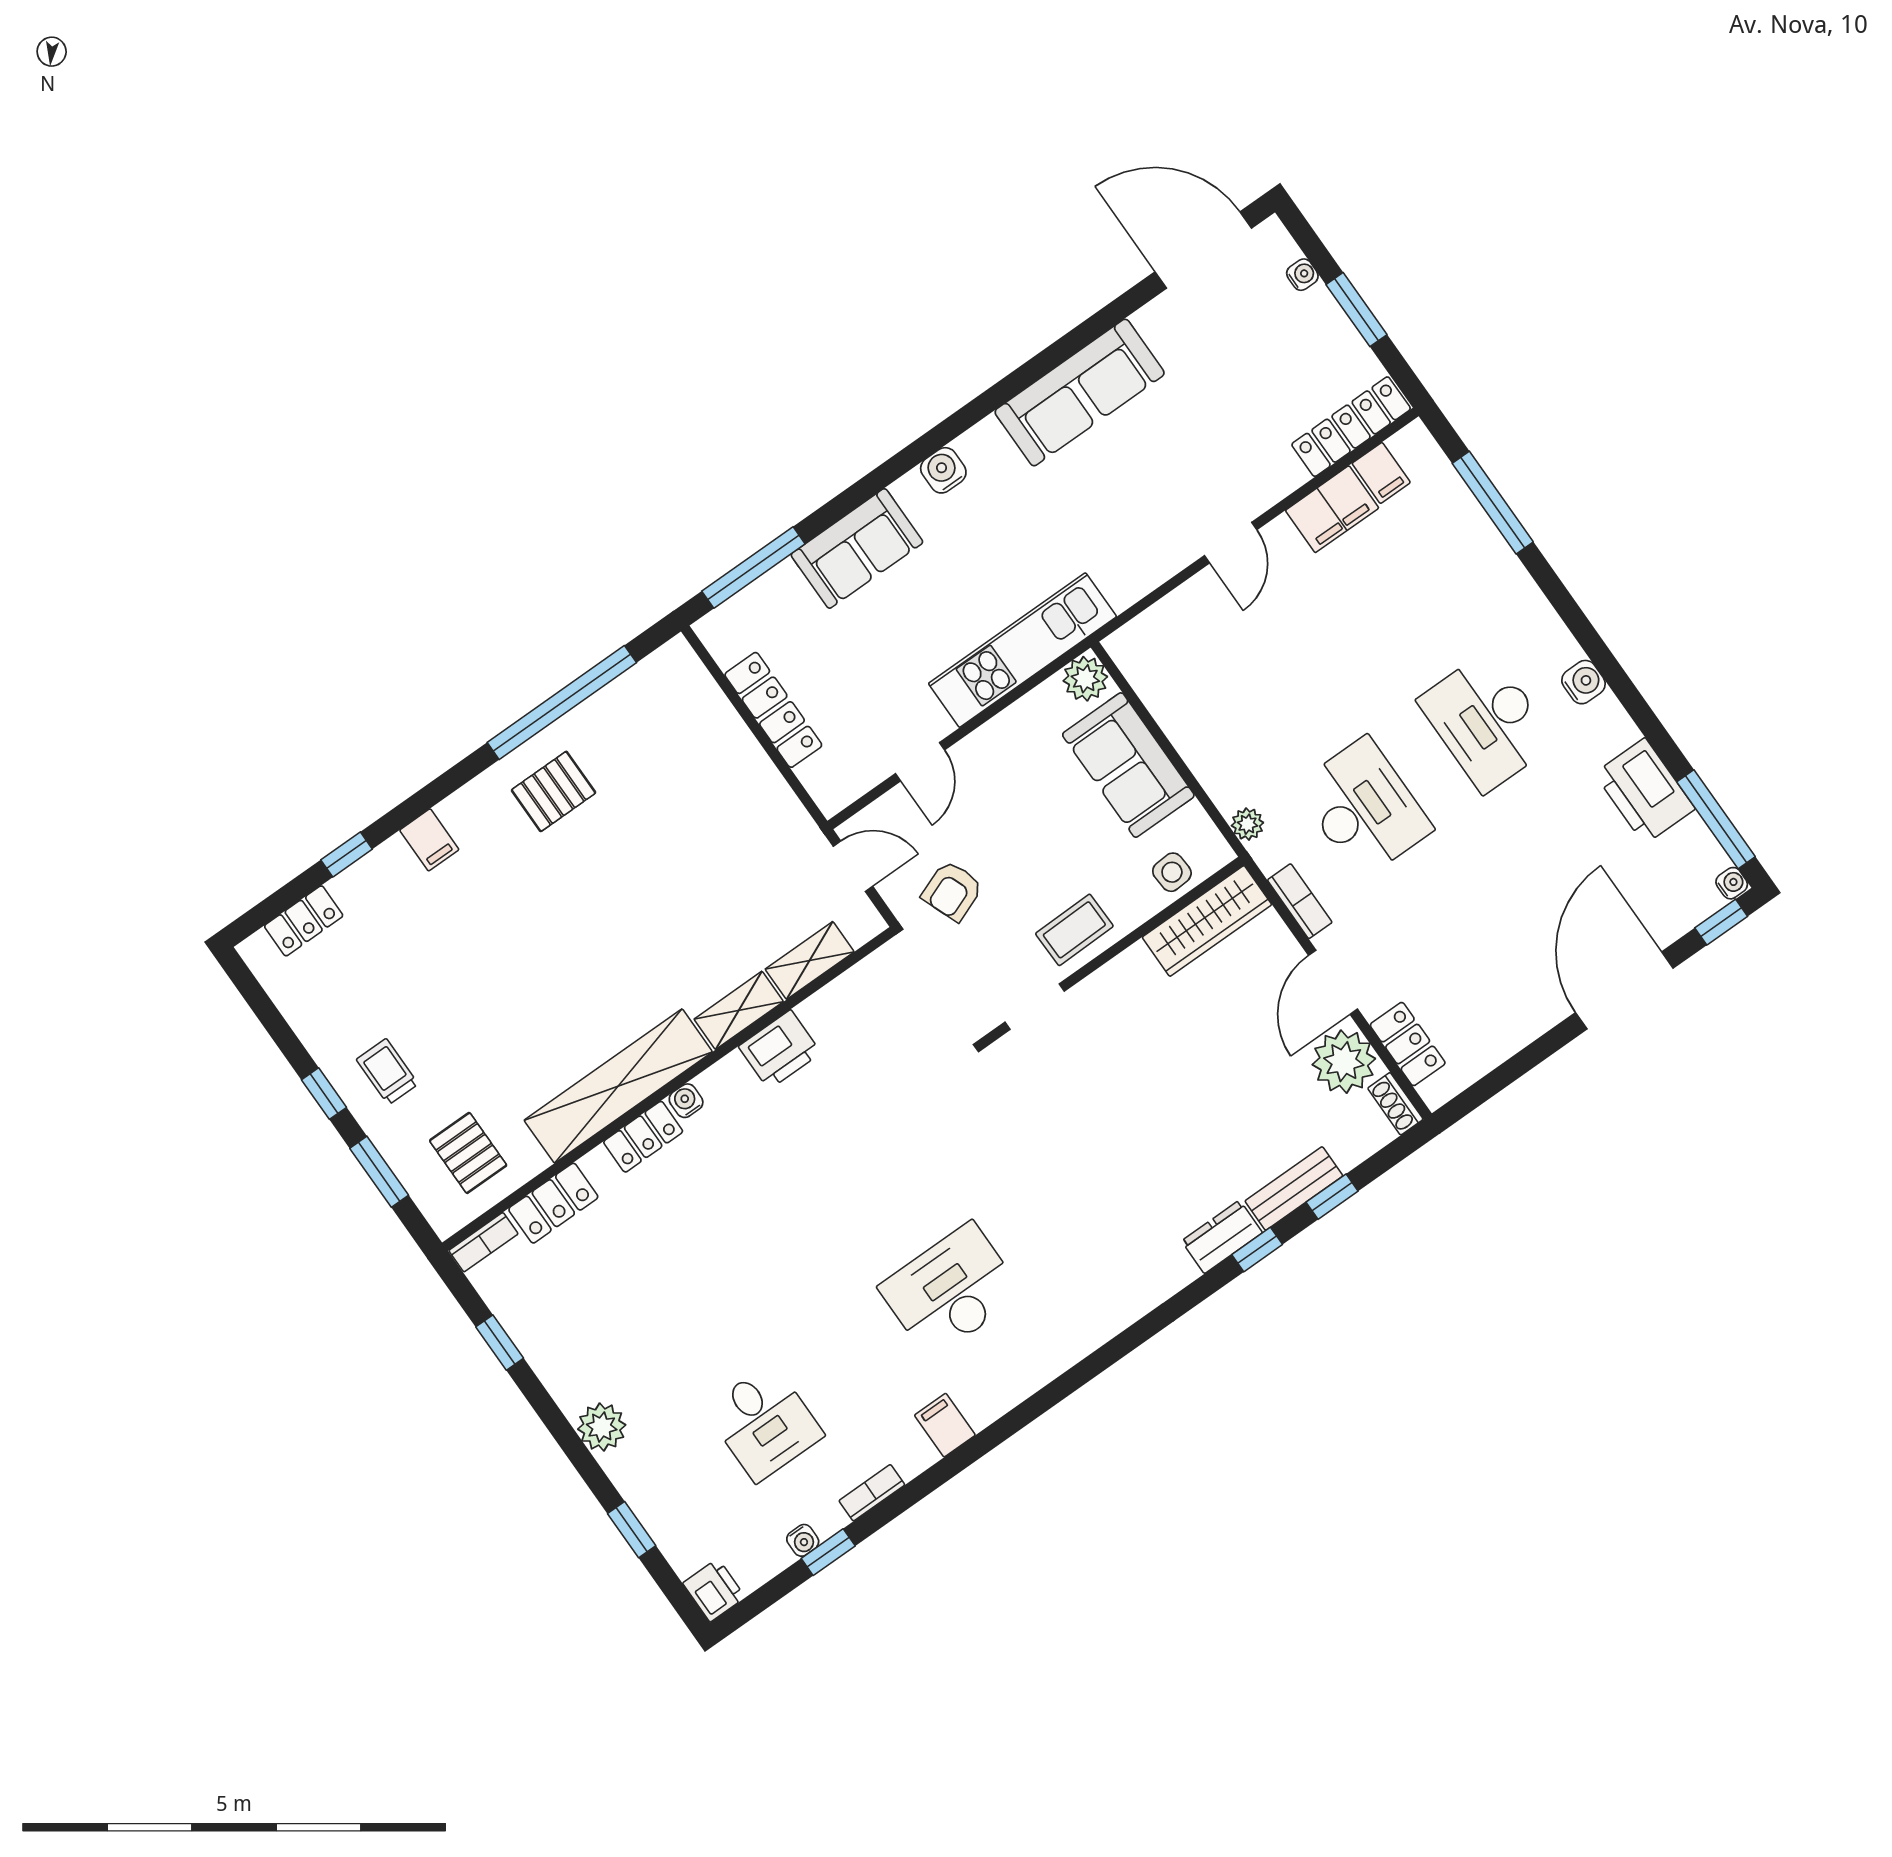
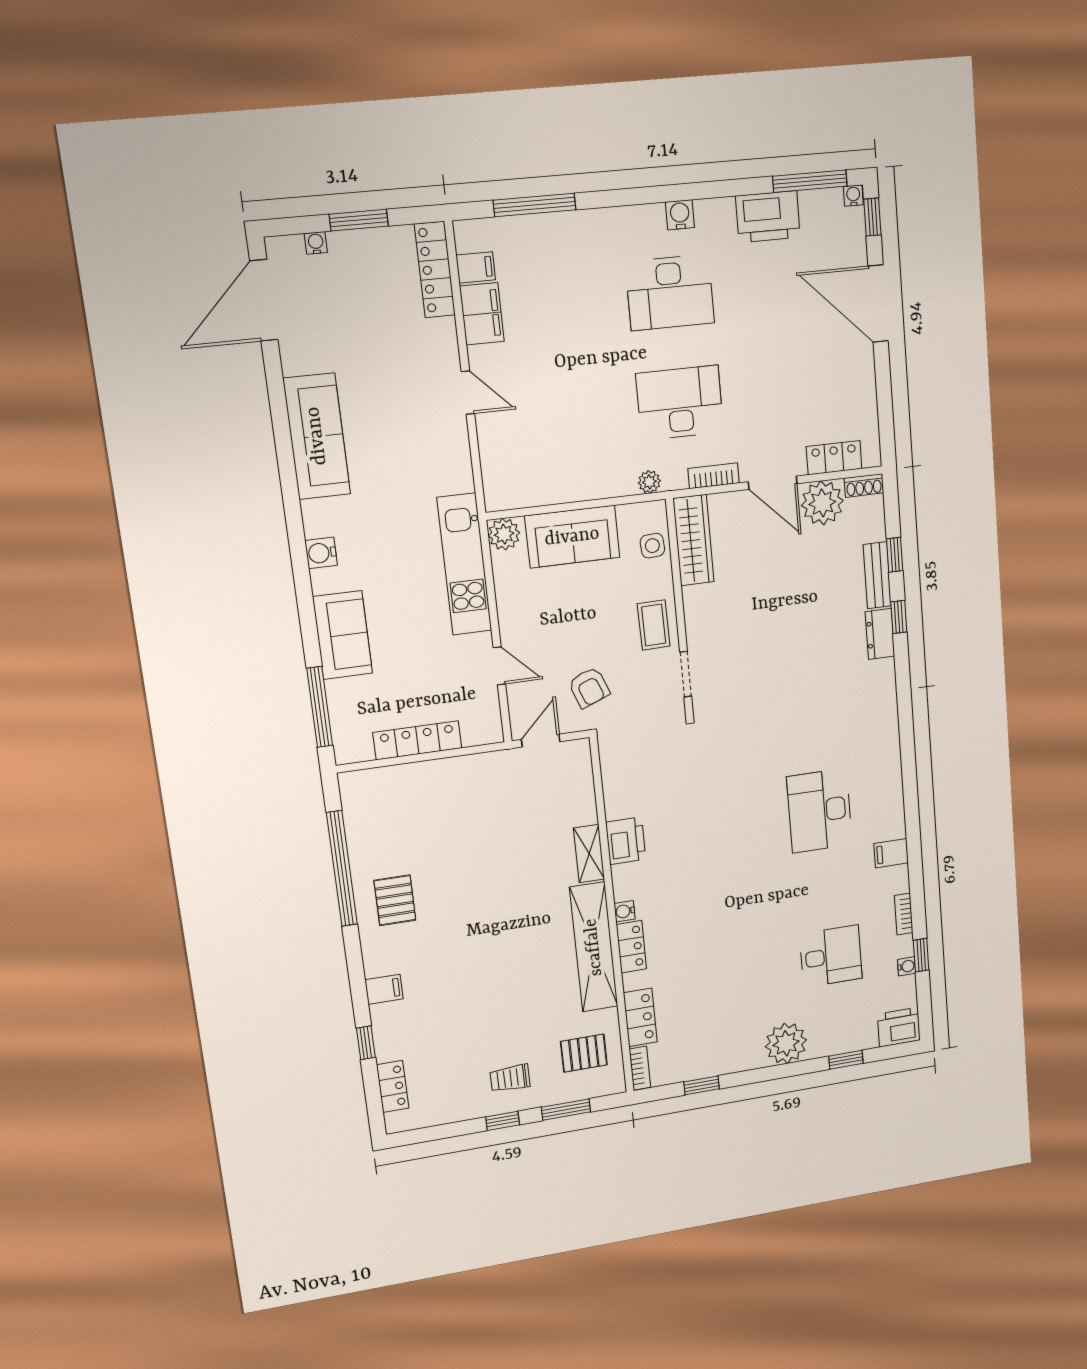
shelving: (810, 960) -> (583, 796), removed
plant: (602, 1427) -> (786, 1043), width x1.36, depth x1.36
printer: (714, 1590) -> (899, 1027), width x1.36, depth x1.24

